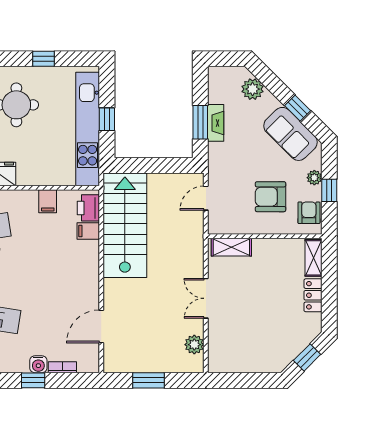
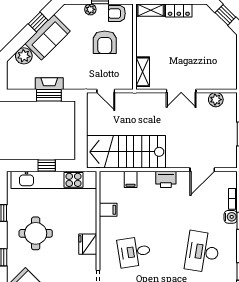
sofa: (291, 134) -> (48, 37), moved
printer: (88, 208) -> (166, 179), moved
door: (101, 326) -> (202, 170), hinge flipped

